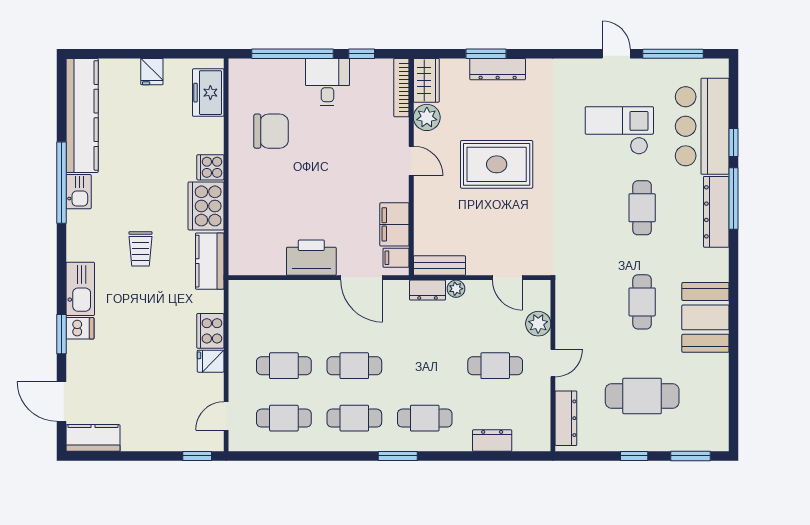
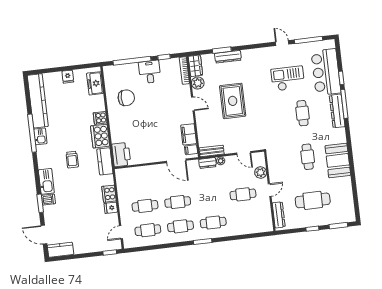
rug: (497, 164) -> (233, 101), turned 90
printer: (311, 258) -> (121, 155), moved, turned 90
dresser: (492, 440) -> (246, 229), removed

